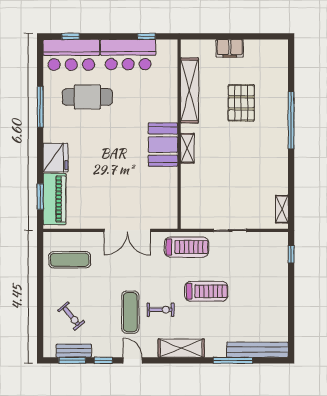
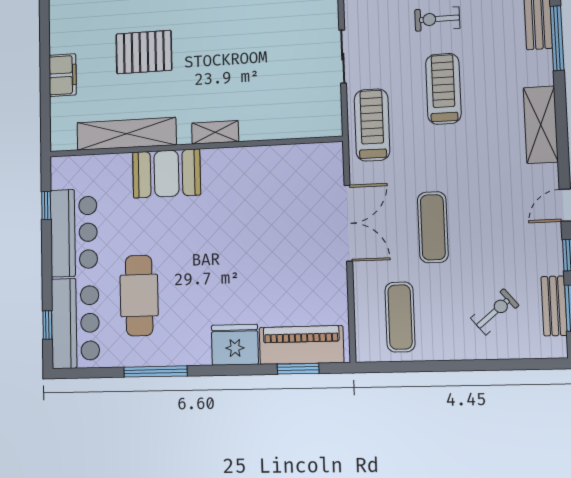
booth: (163, 145) -> (166, 173), moved
exercise bike: (161, 310) -> (437, 19), moved, turned -90
exercise mat: (130, 312) -> (433, 227), moved, turned 90

